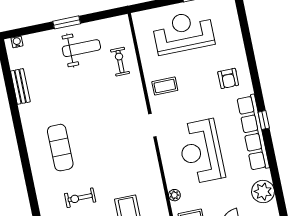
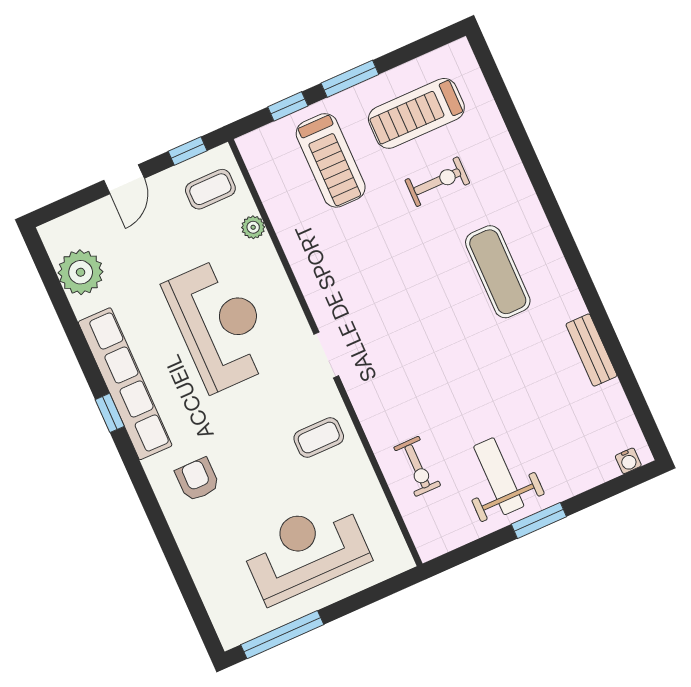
reception desk: (183, 32) -> (305, 551), turned 180
weight bench: (81, 48) -> (499, 476), turned 90
bench: (20, 86) -> (591, 350), moved

